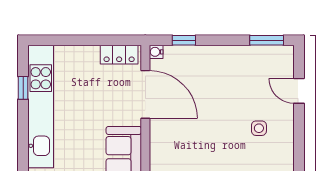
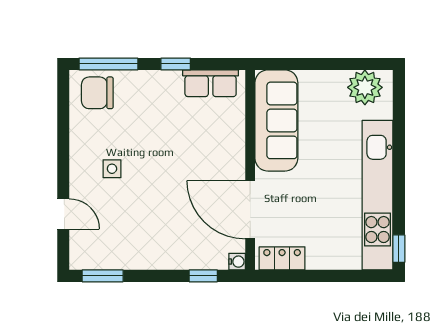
window: (23, 88) -> (399, 249), moved

